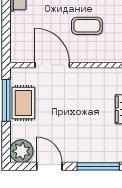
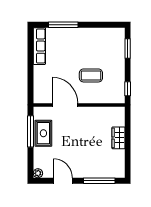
plant: (21, 151) -> (38, 173), width x0.53, depth x0.53

